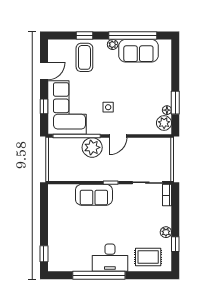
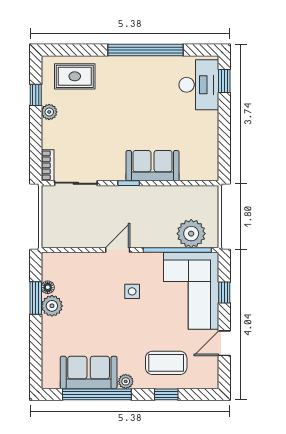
coffee table: (84, 57) -> (166, 363), turned 90
plant: (164, 123) -> (52, 306), moved
plant: (92, 147) -> (191, 234), moved
desk: (110, 258) -> (199, 85), moved, turned 90

